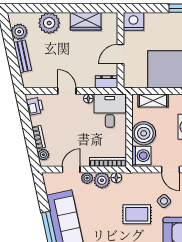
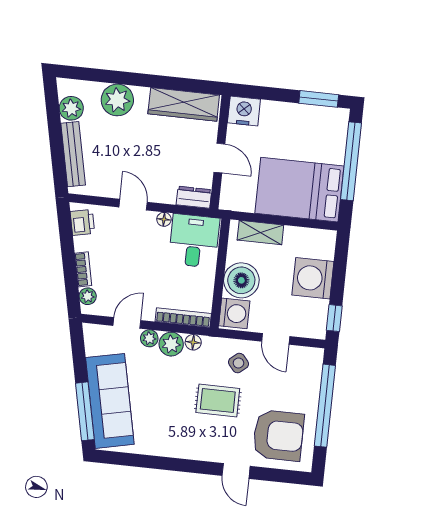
wardrobe: (86, 21) -> (184, 104), width x1.50
door: (121, 54) -> (219, 158), swing flipped
bench: (23, 56) -> (73, 154), width x1.36
side table: (164, 201) -> (238, 363), moved

